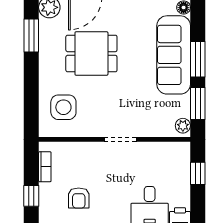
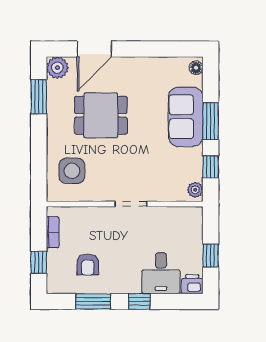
sofa: (174, 55) -> (186, 117), width x0.73
window: (198, 103) -> (211, 167), width x0.67
window: (198, 173) -> (211, 256), moved

